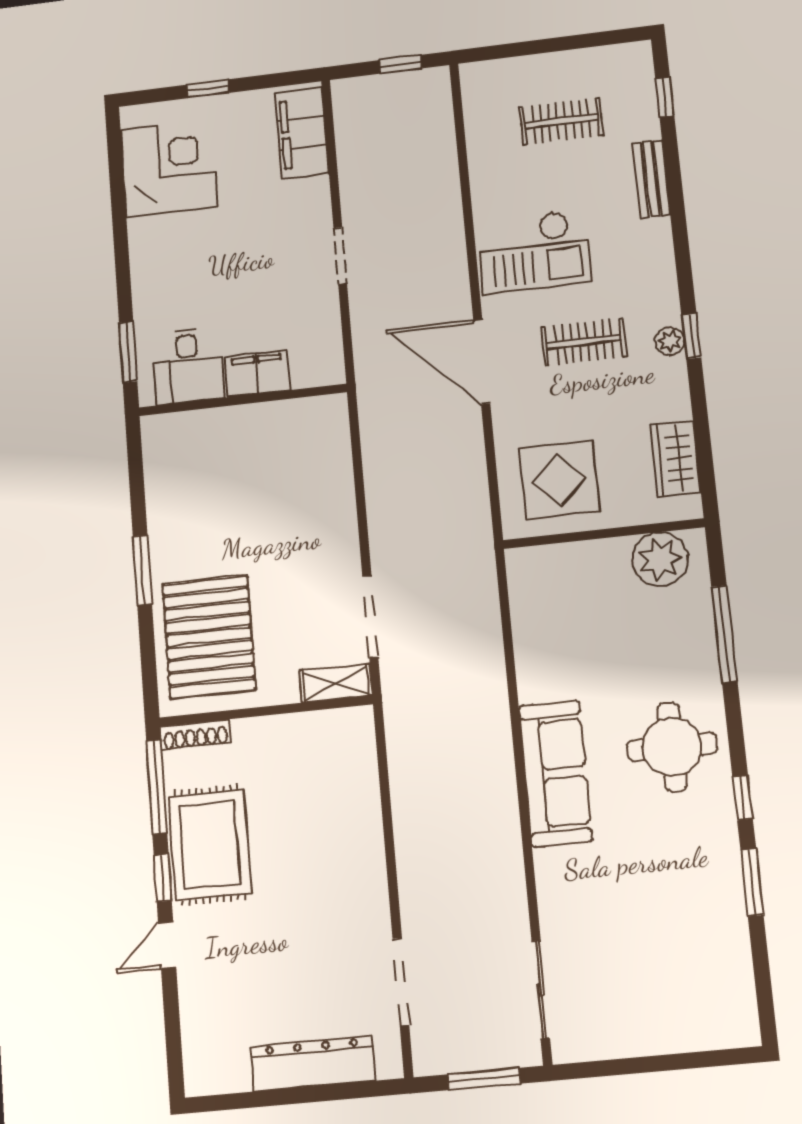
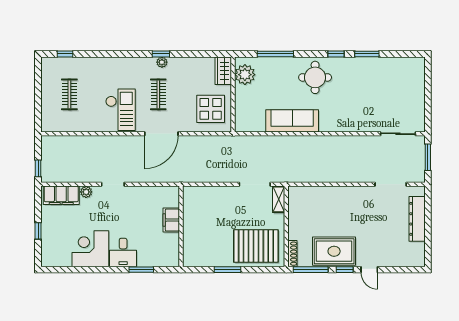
window: (401, 64) -> (38, 168), moved
corner desk: (169, 168) -> (90, 249), moved
bench: (651, 179) -> (97, 63), removed
plant: (315, 193) -> (86, 192), added
desk: (188, 366) -> (123, 252), moved, turned 90
filing cabinet: (257, 373) -> (171, 220), moved
wall: (243, 400) -> (181, 226), moved
wardrobe: (675, 459) -> (223, 71), moved, turned 90
sofa: (555, 773) -> (292, 121), moved

